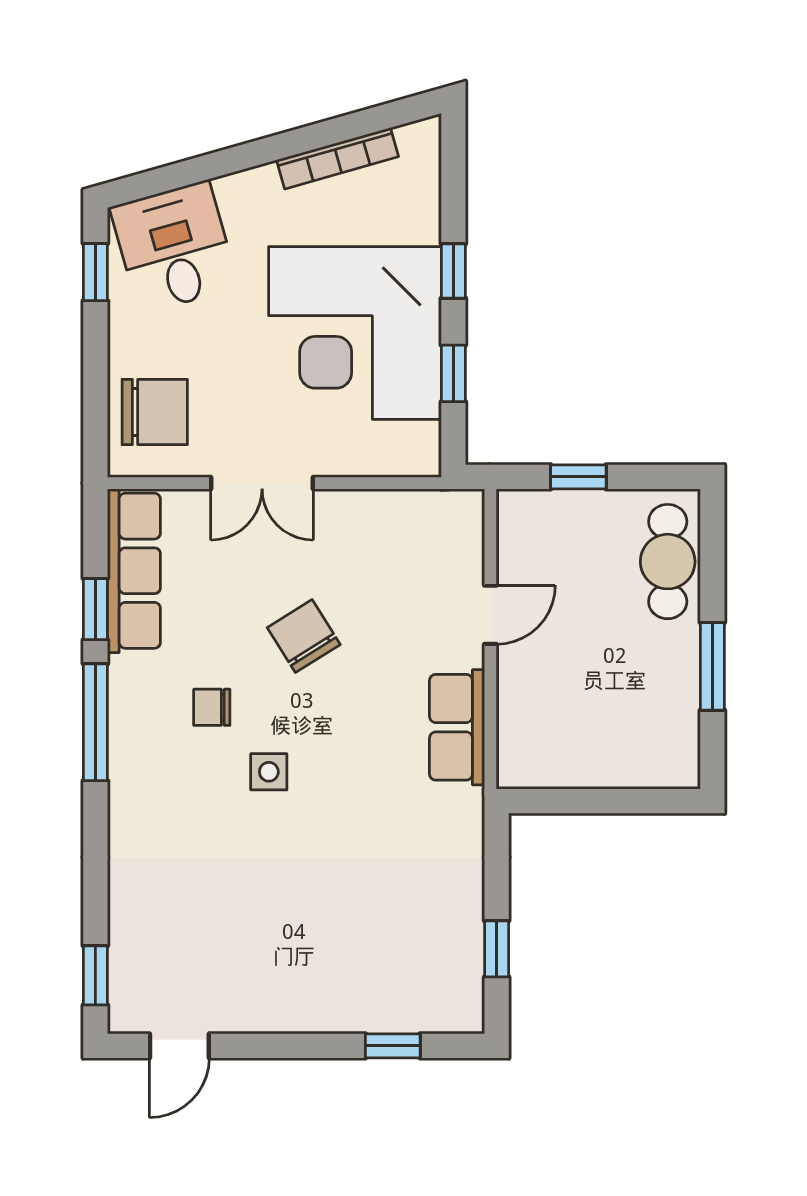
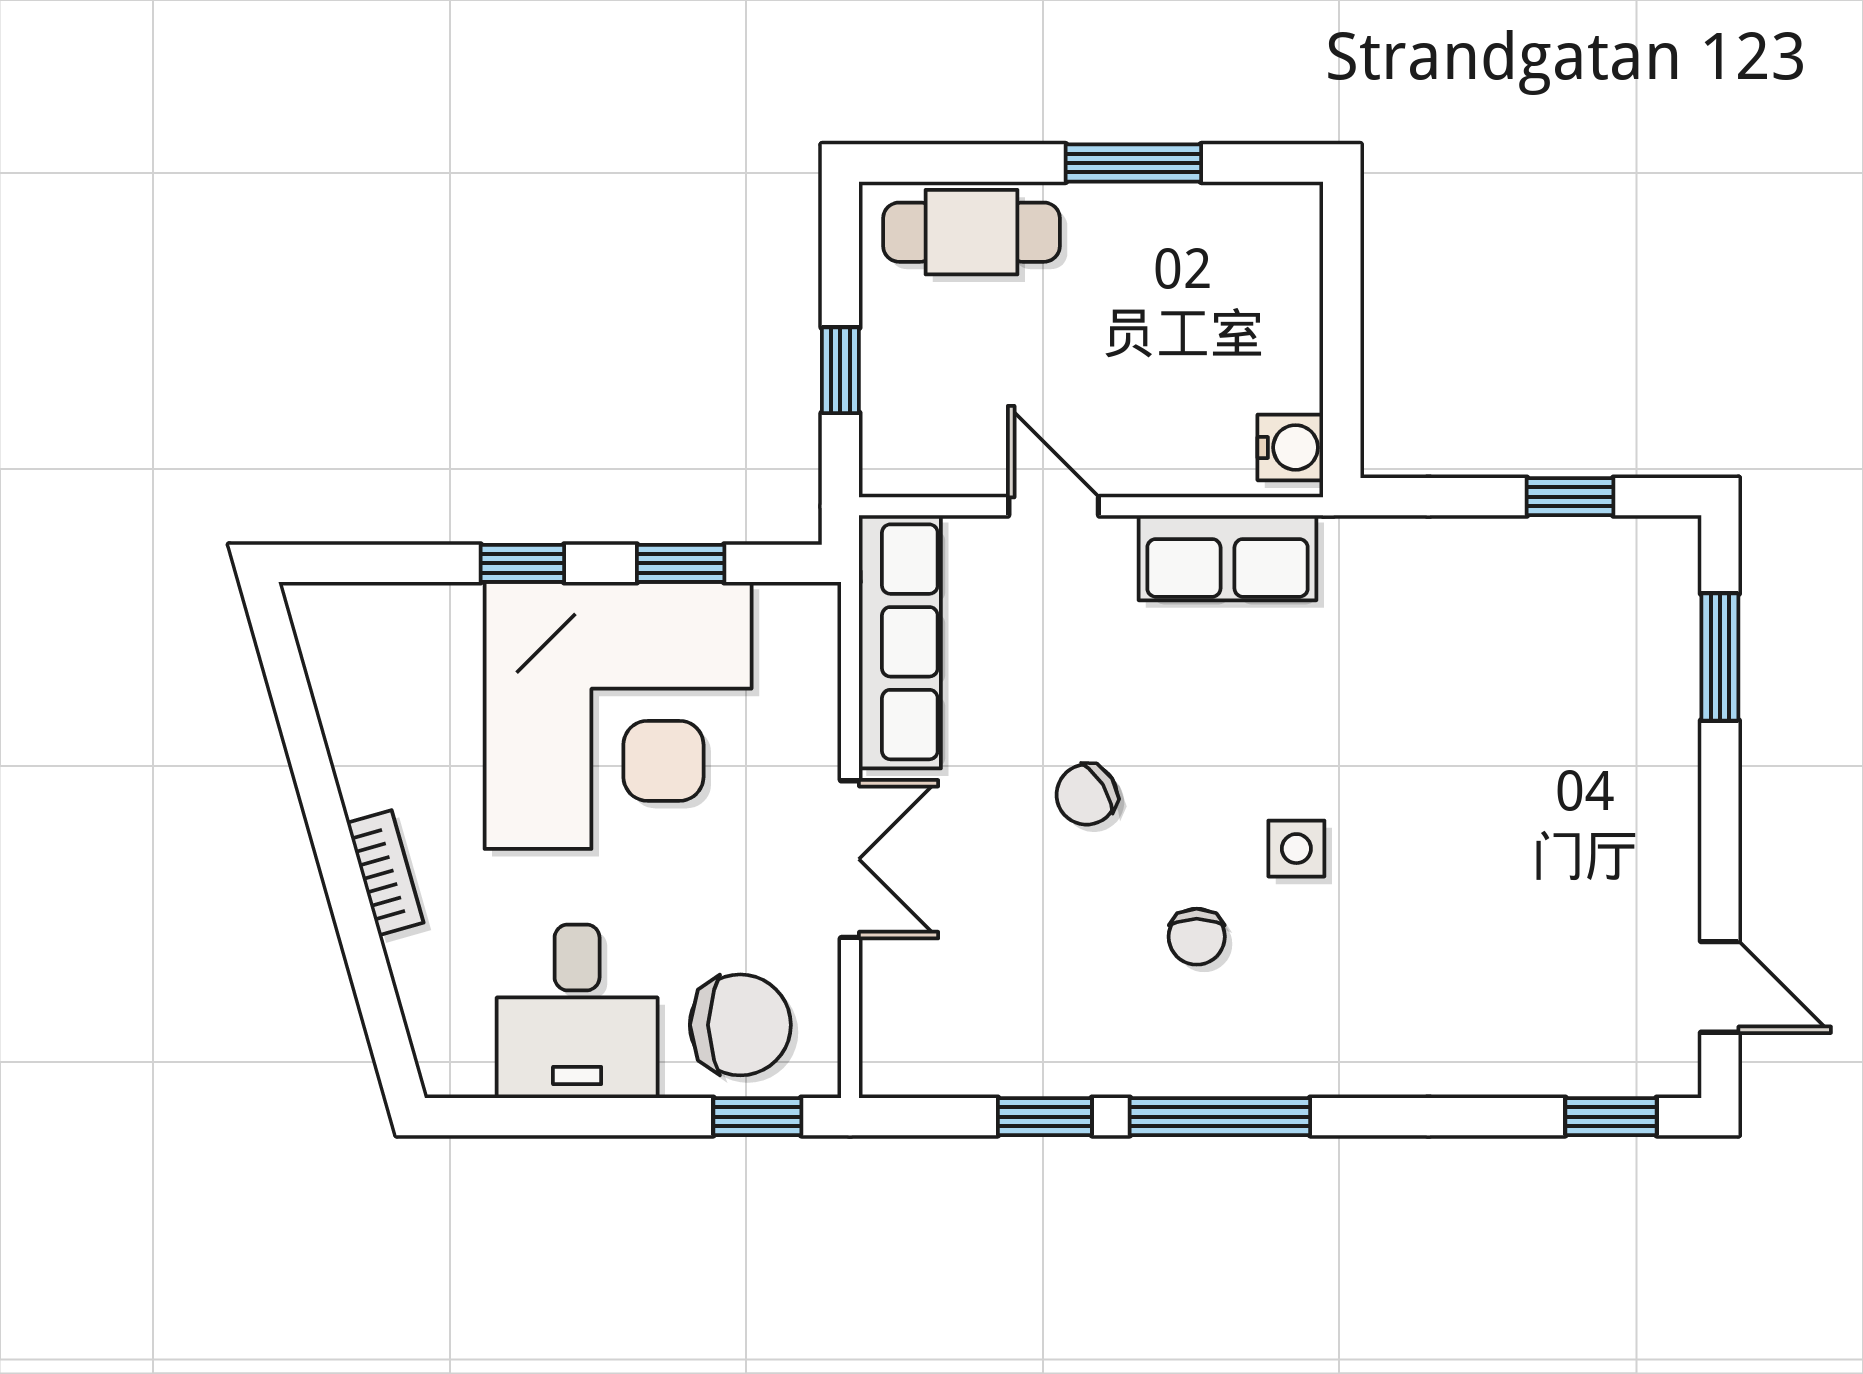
bookcase: (337, 158) -> (385, 873), moved, width x0.64
desk: (174, 247) -> (577, 1011), moved, turned -74
window: (95, 272) -> (757, 1117), moved
chair: (155, 412) -> (740, 1025), turned 90
row of seats: (134, 571) -> (900, 642), moved, turned 90
chair: (304, 636) -> (1087, 795), width x0.73, depth x0.73
water cooler: (528, 768) -> (1290, 447), added
window: (393, 1046) -> (1720, 657), width x1.50

